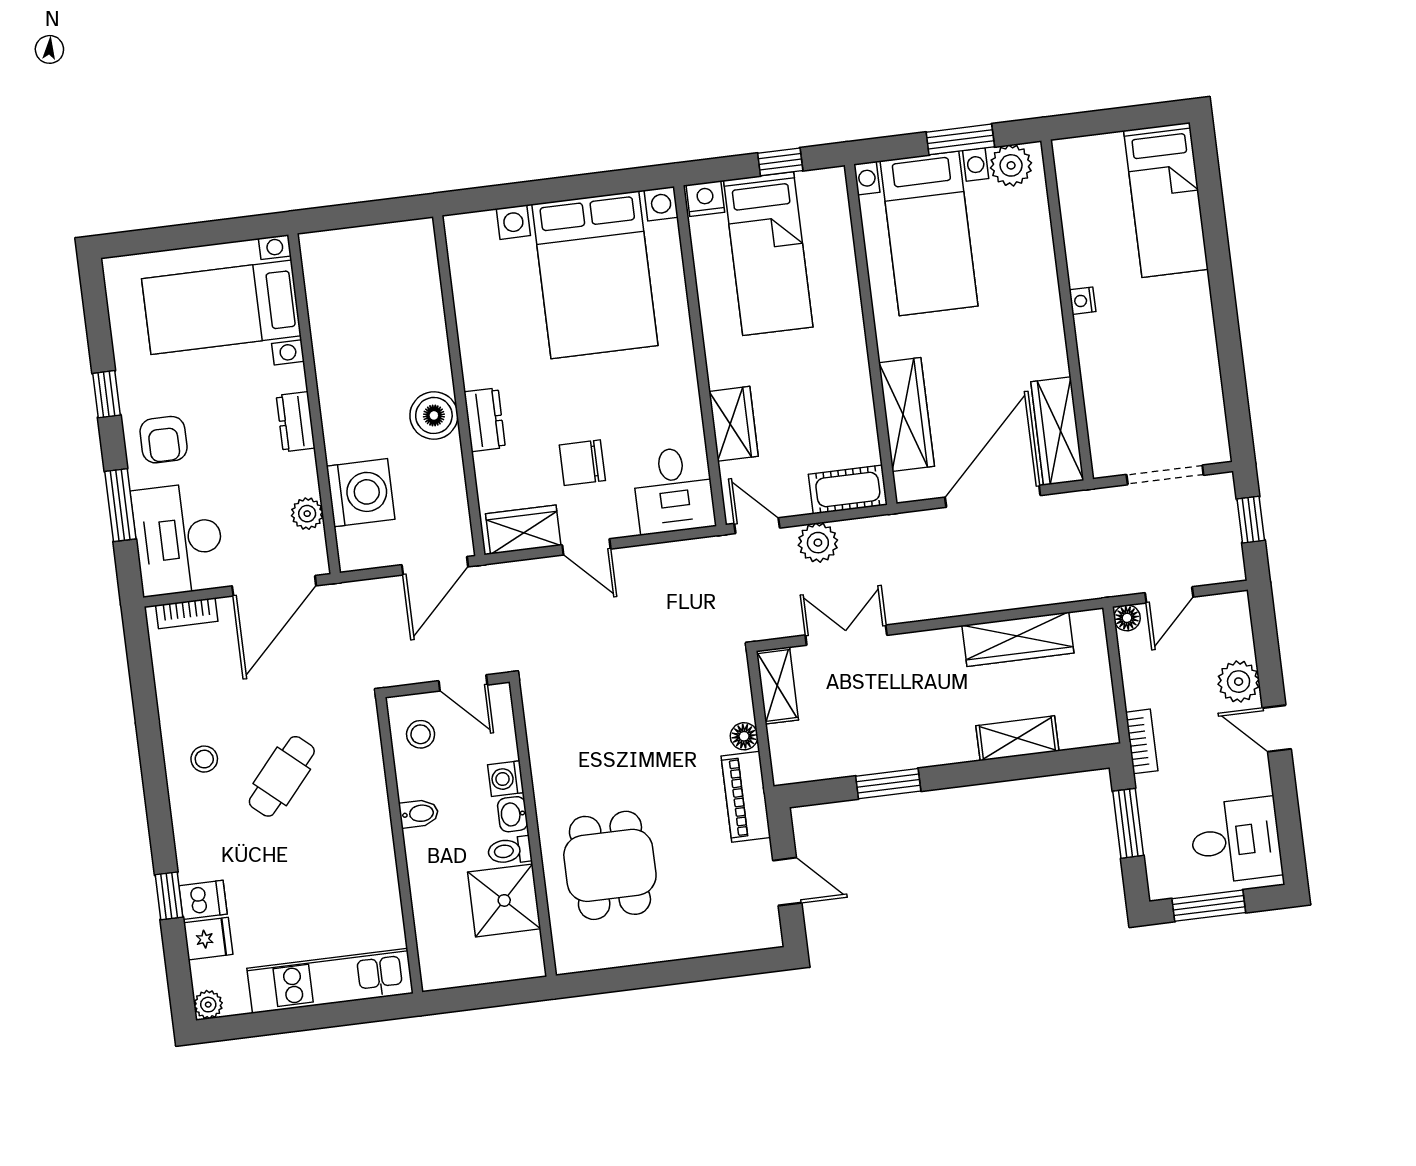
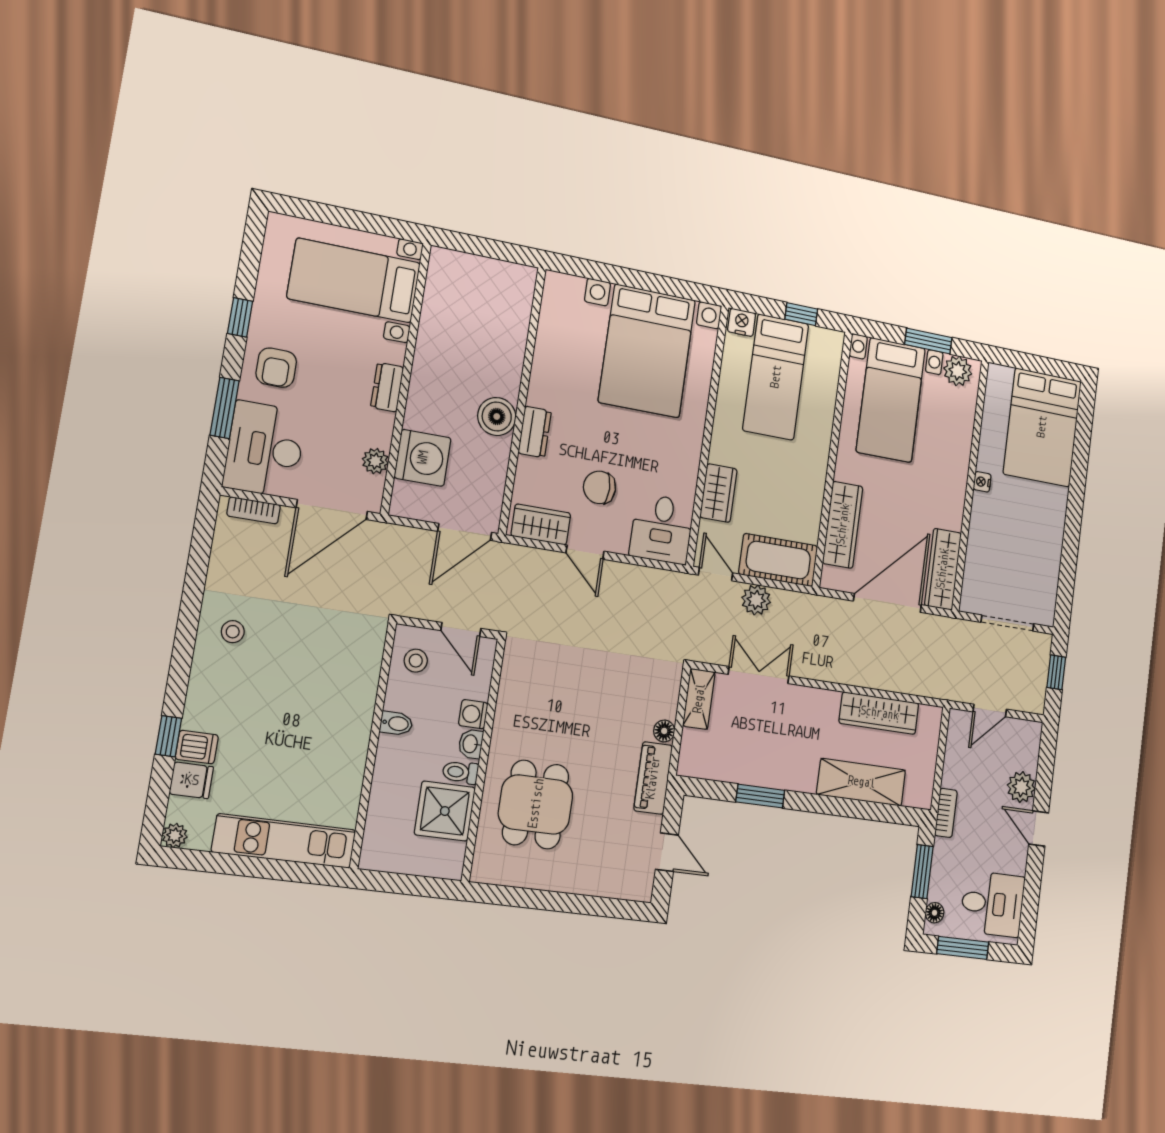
bed: (1166, 200) -> (1042, 427), width x1.50
cot: (848, 489) -> (778, 560), width x1.37, depth x1.34
floor lamp: (1127, 618) -> (935, 913), moved
shelving: (1017, 738) -> (861, 782), width x1.50, depth x1.33
cafe table: (282, 776) -> (293, 663), removed

